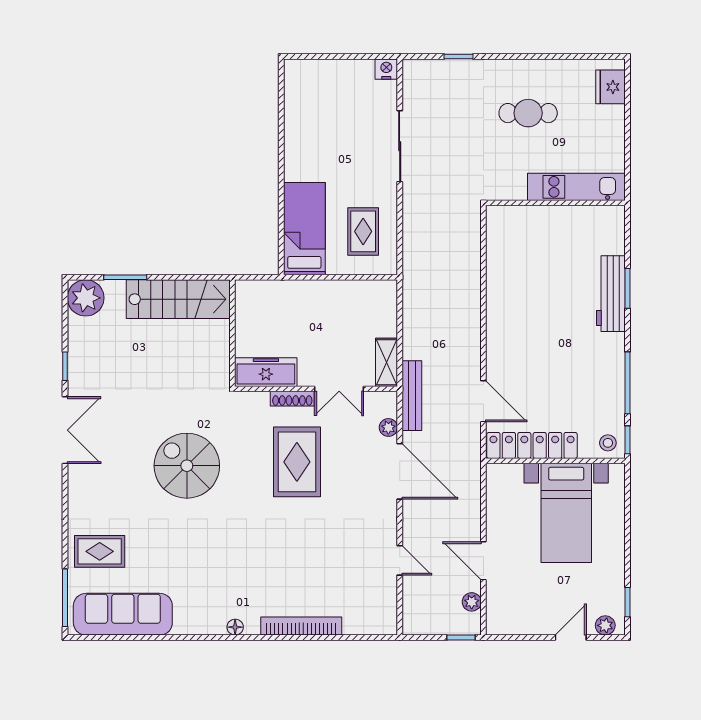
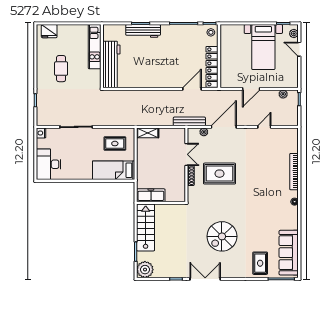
desk: (318, 86) -> (49, 164), added
workbench: (537, 224) -> (111, 64), added
shelving: (386, 362) -> (148, 133), moved
freezer: (266, 372) -> (151, 195), moved, turned 90
spiral stairs: (187, 466) -> (222, 236), moved
bed with nightstands: (566, 513) -> (263, 47), moved, turned 90
door: (483, 561) -> (251, 89), moved

